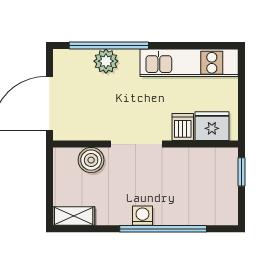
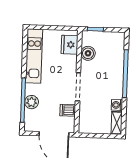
dishwasher: (183, 127) -> (68, 110), moved
boiler: (91, 160) -> (88, 53), moved
washing machine: (142, 216) -> (117, 105), moved

